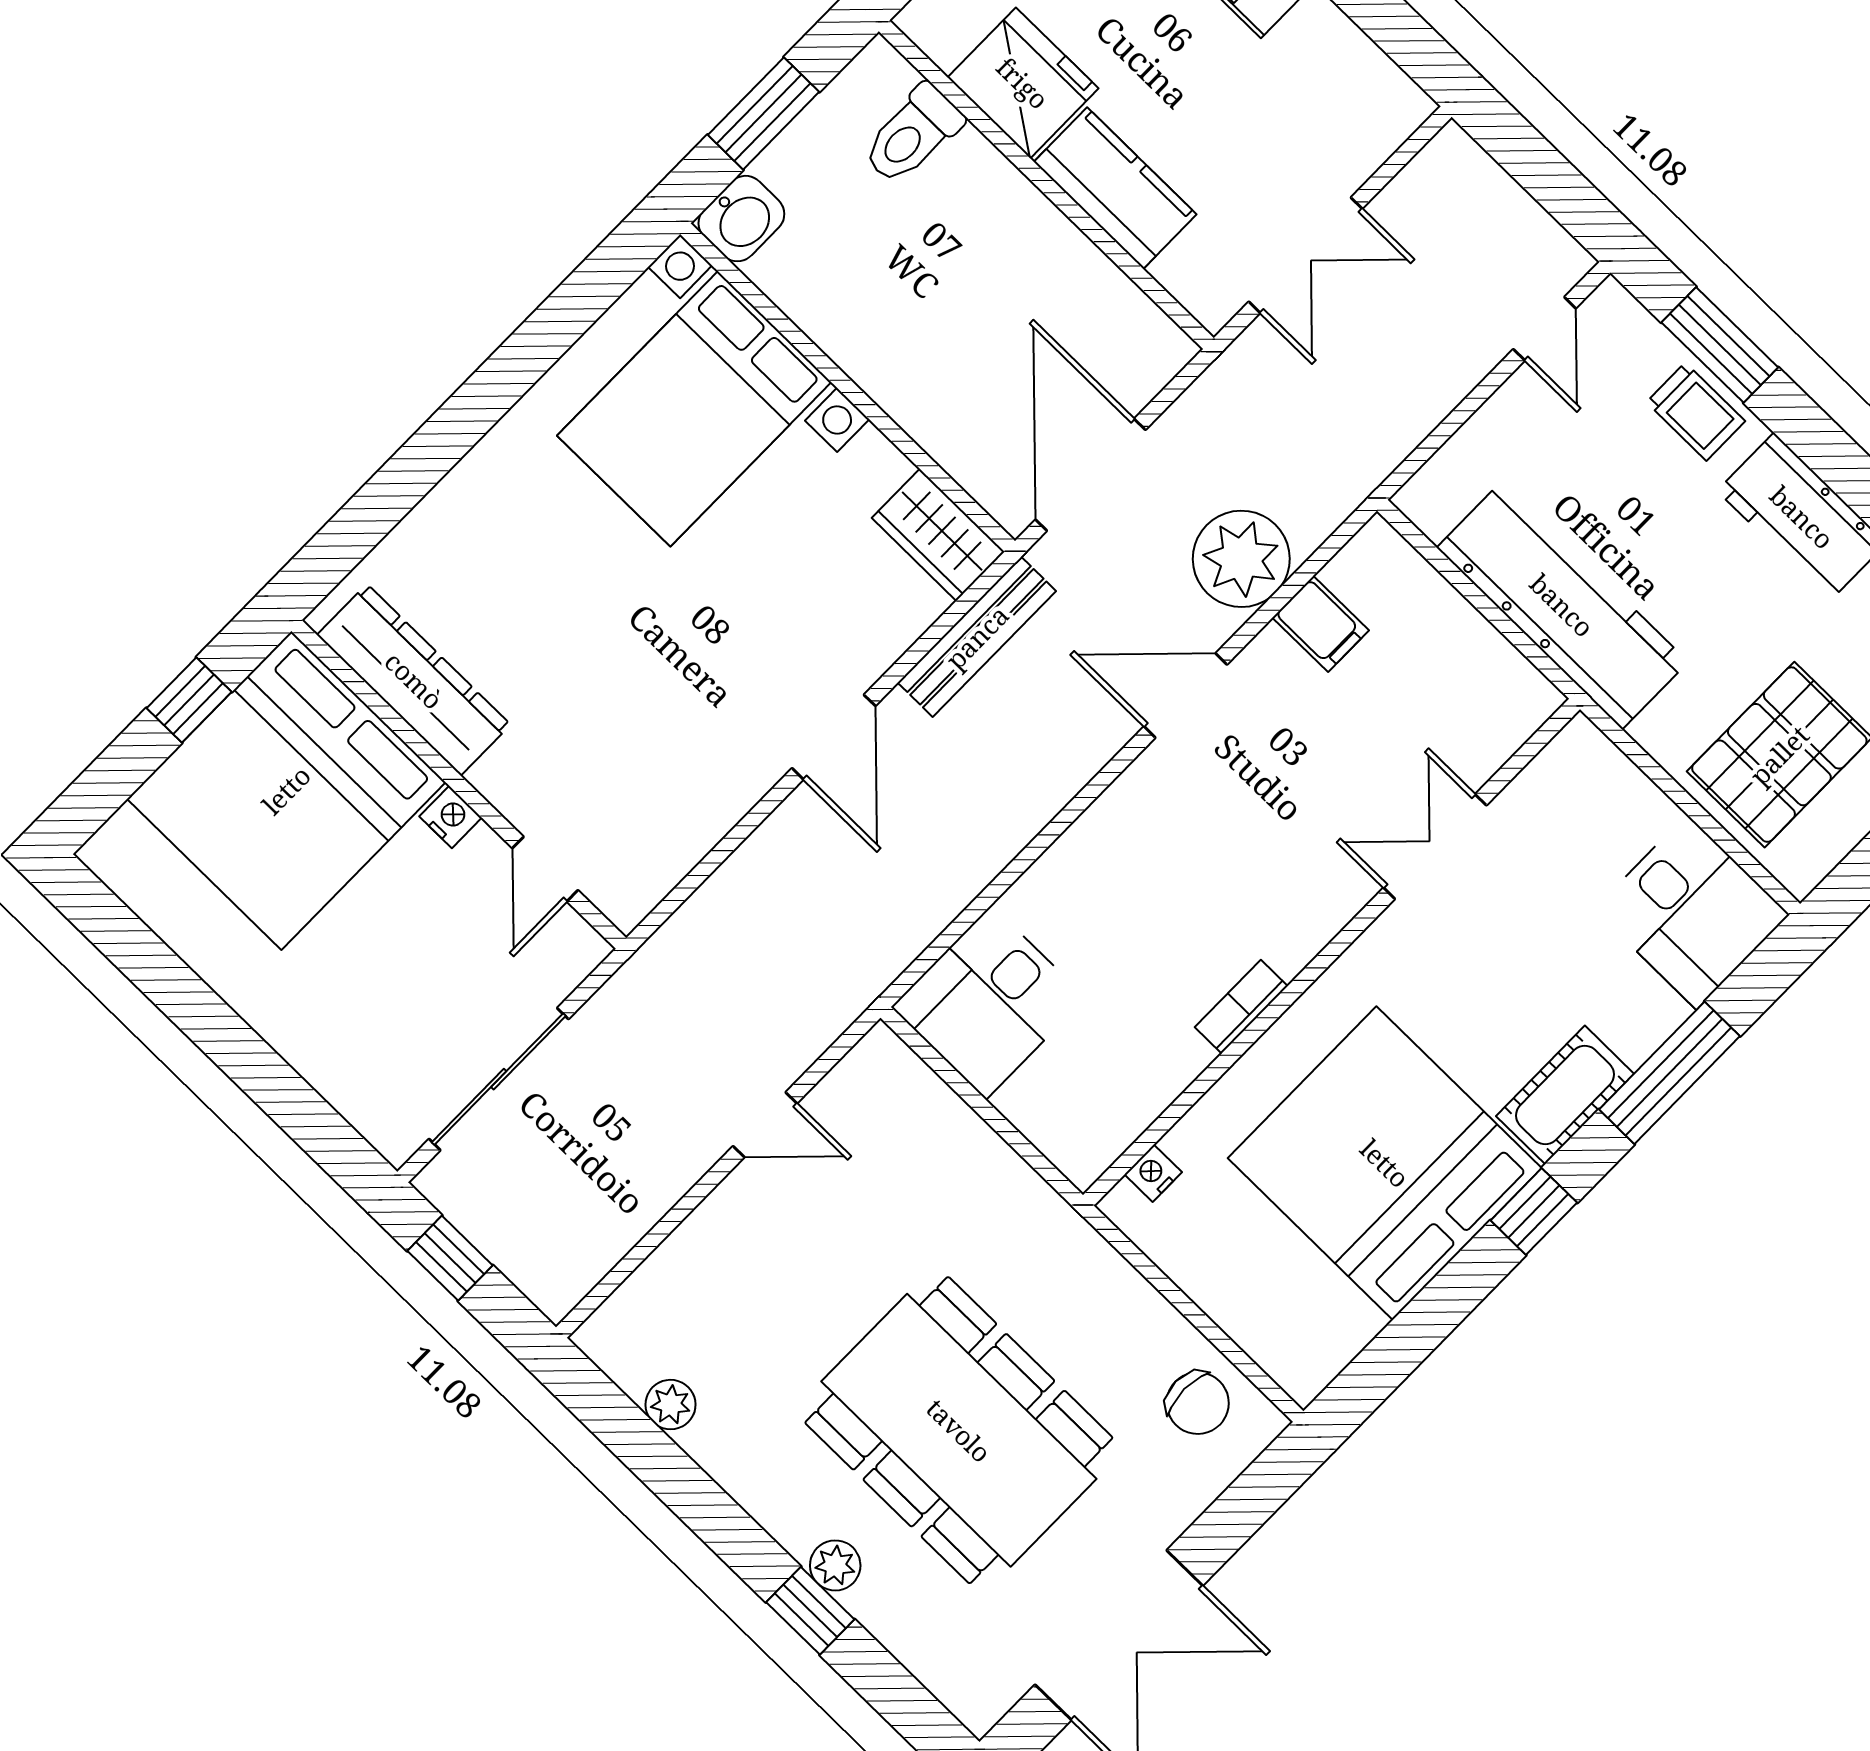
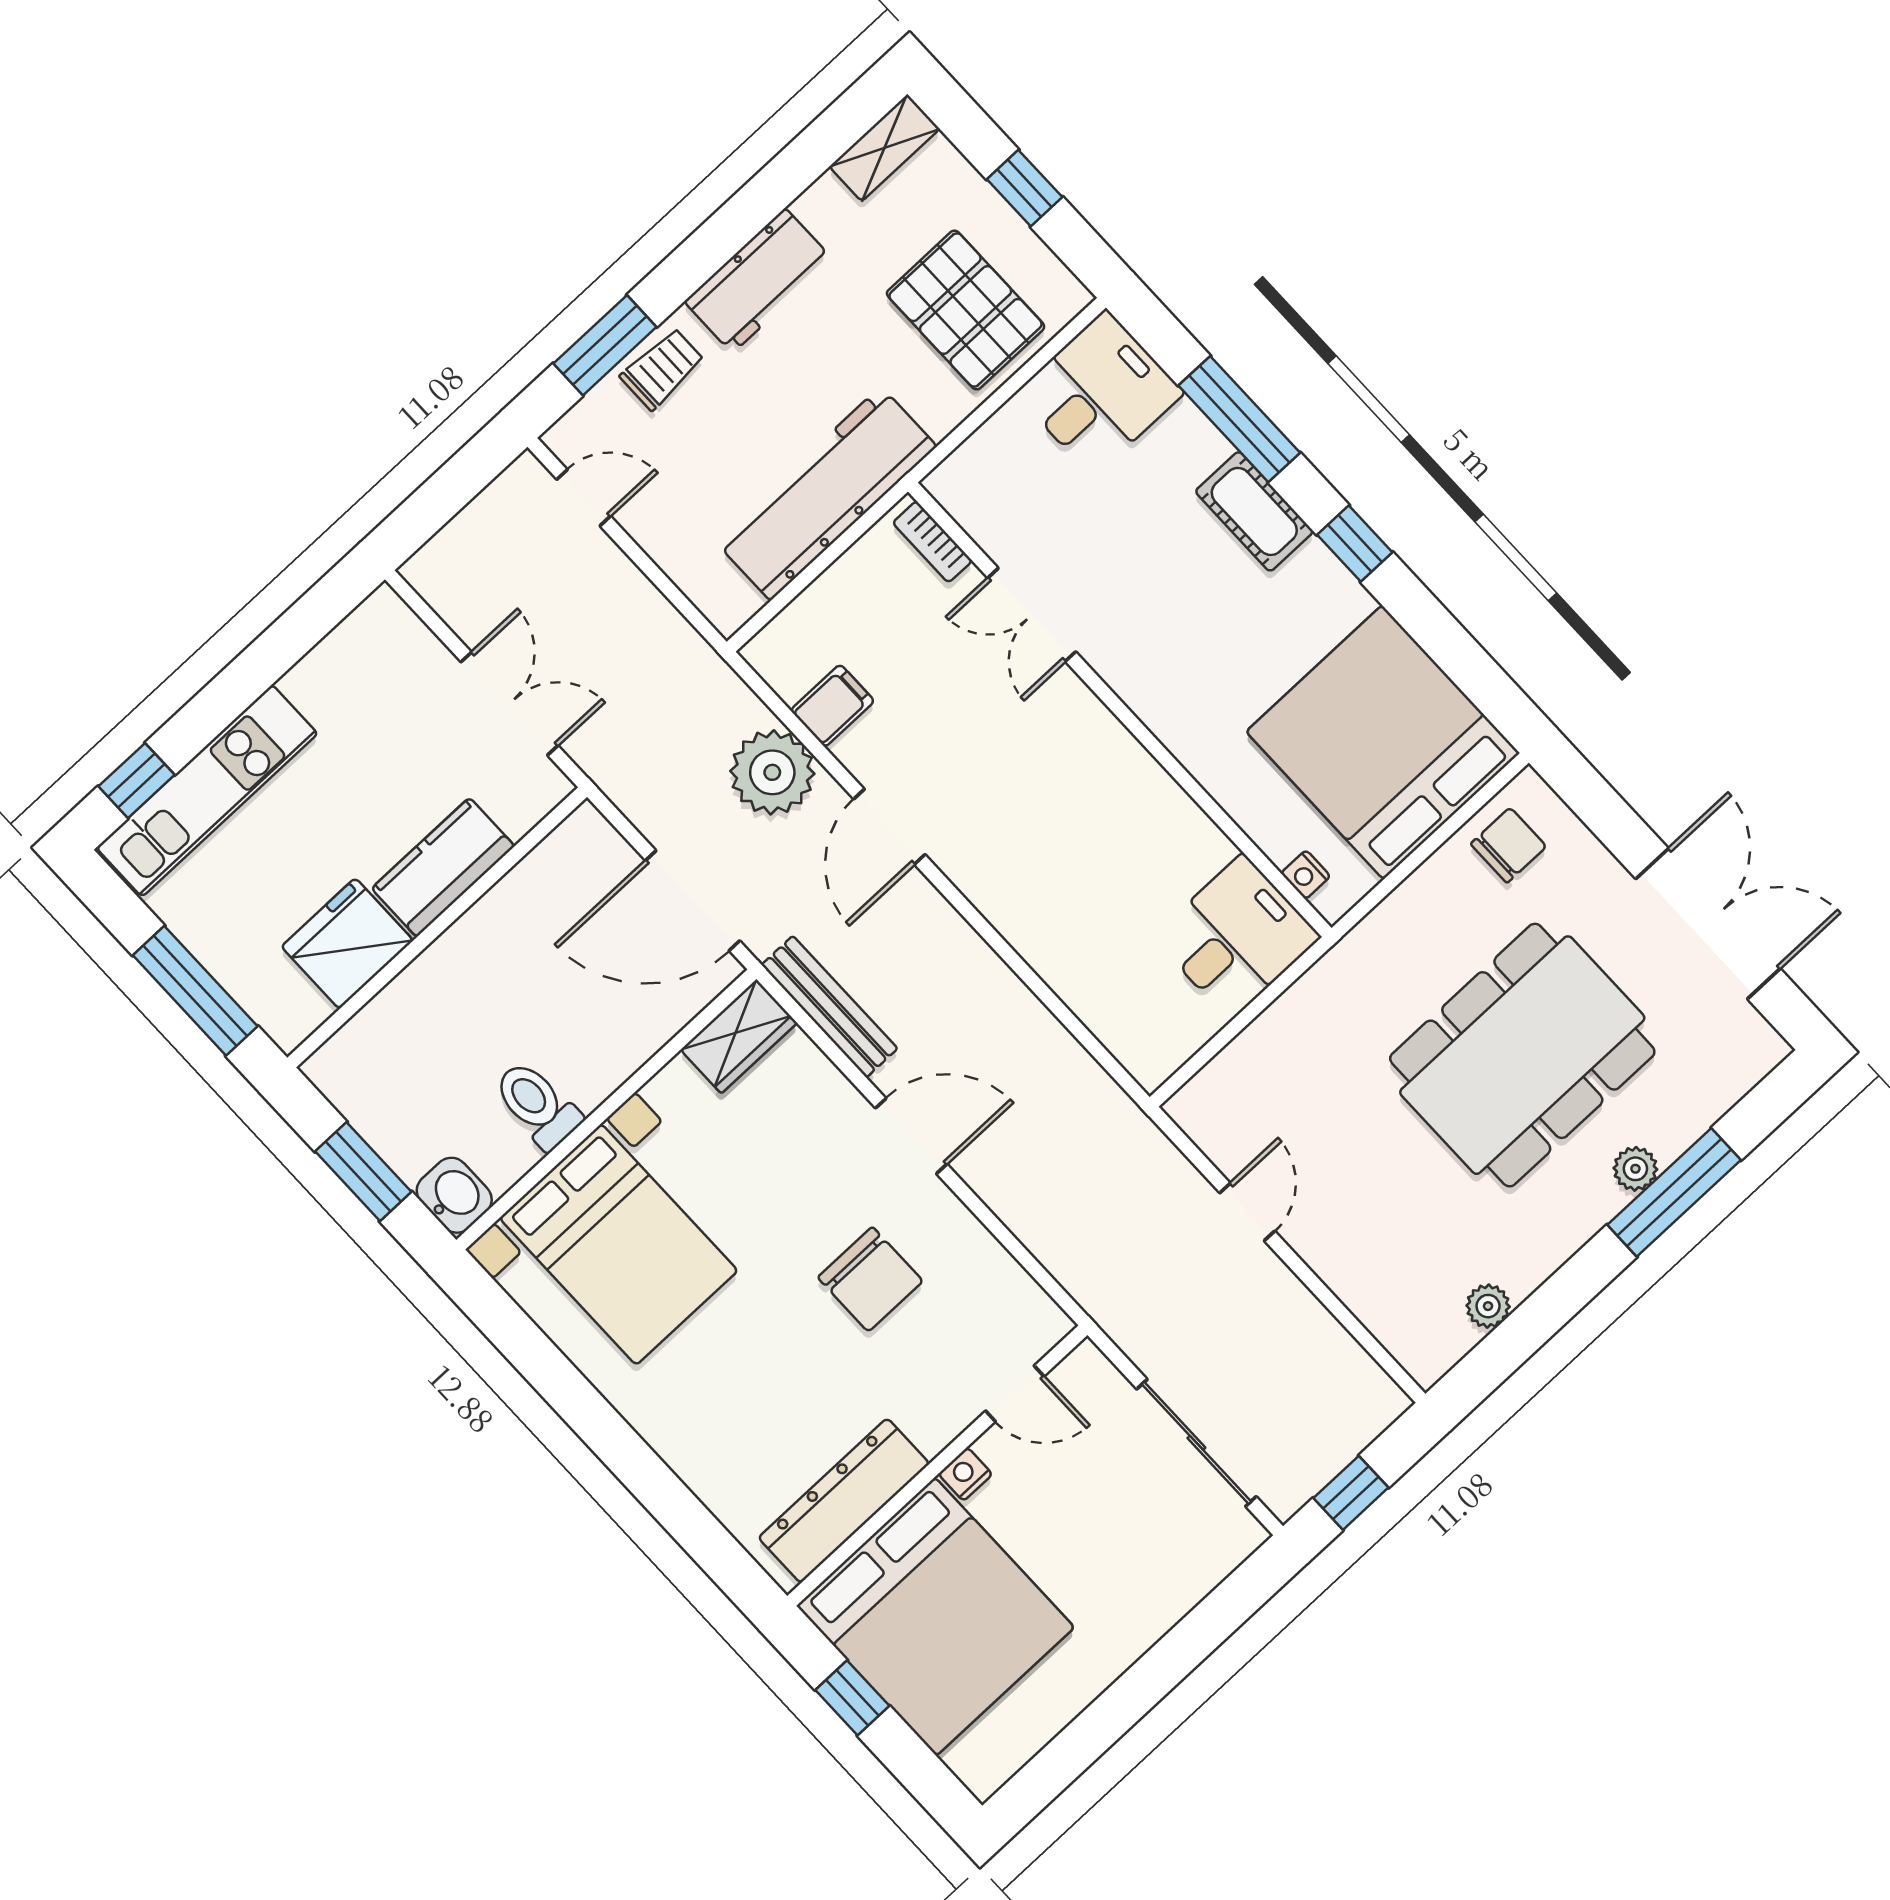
toilet: (912, 135) -> (537, 1105), moved, turned 180
chair: (668, 698) -> (870, 1279), added
desk: (988, 1002) -> (1236, 937), moved, turned -90
bookcase: (1241, 1007) -> (932, 542), moved
bed: (1385, 1163) -> (1383, 742), moved, turned 90
window: (810, 1611) -> (1674, 1192), width x2.17

